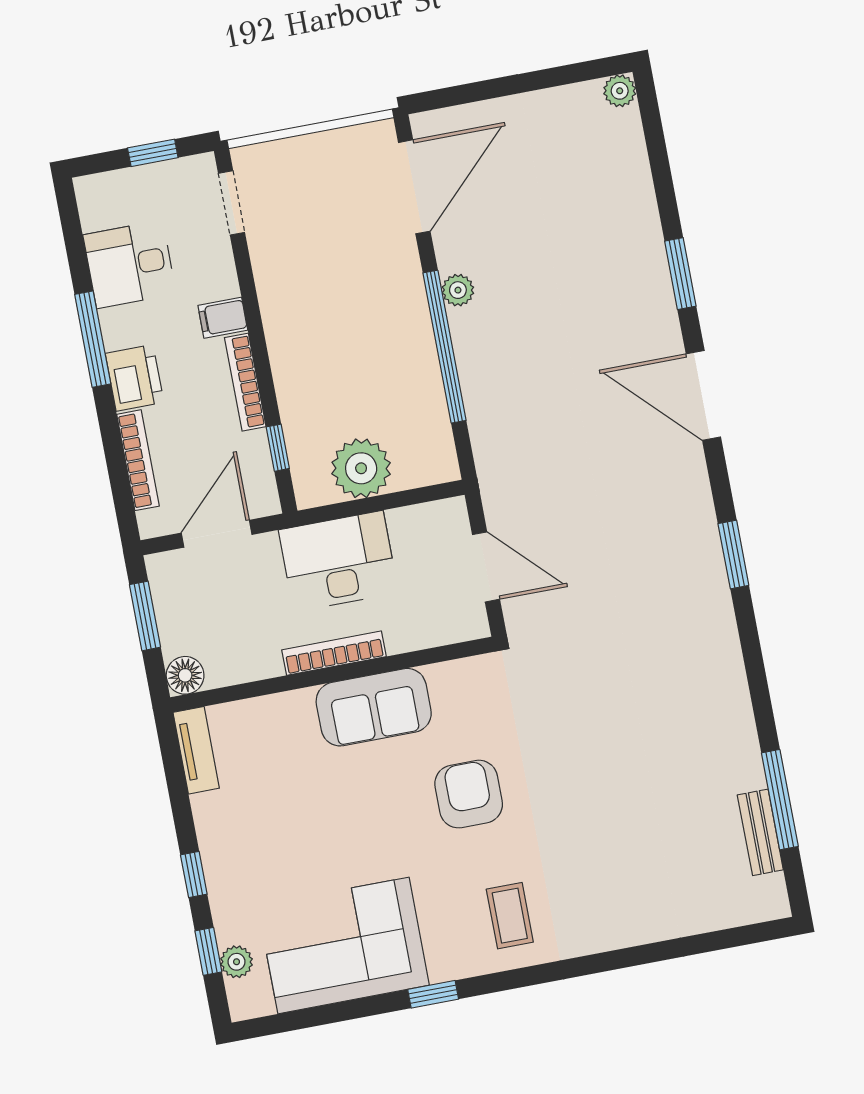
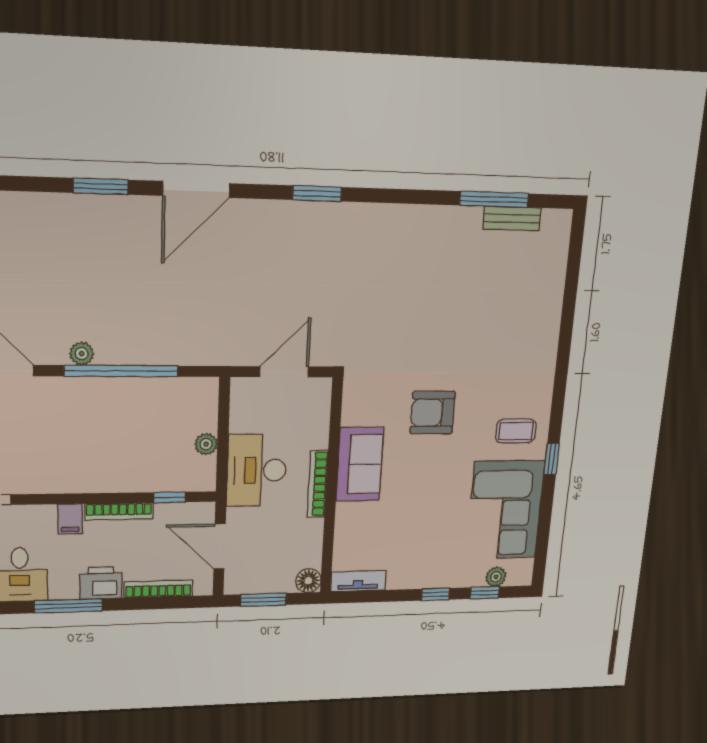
plant: (361, 468) -> (206, 444), width x0.53, depth x0.53
coffee table: (510, 916) -> (516, 431), moved

